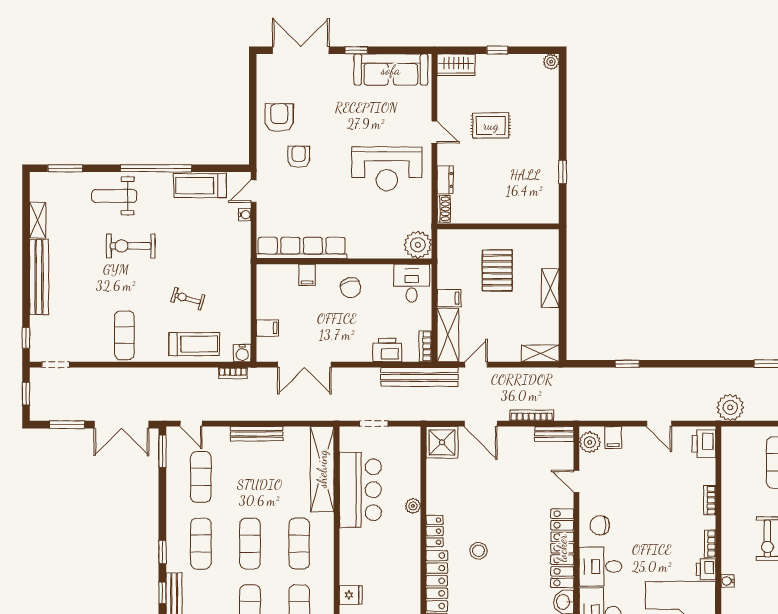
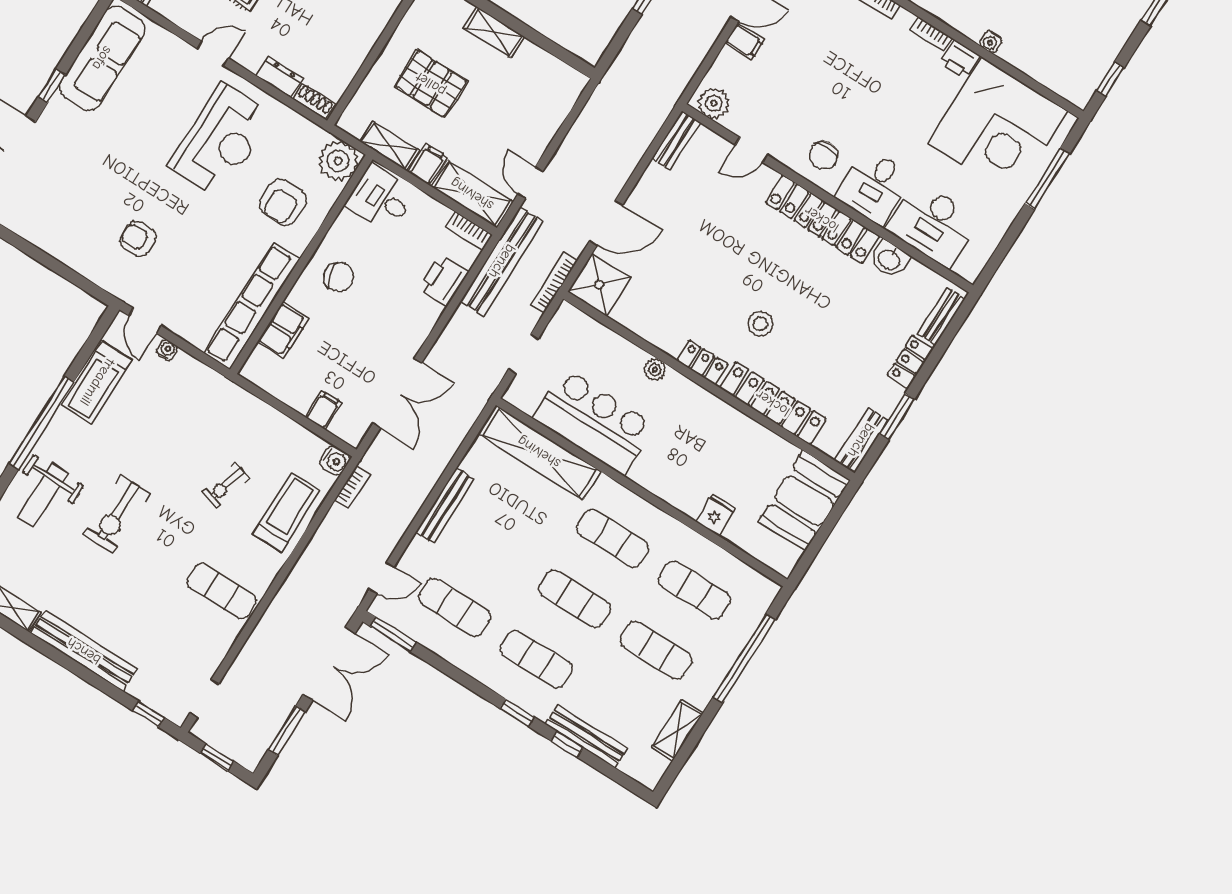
armchair: (279, 118) -> (283, 202), moved, turned -90
filing cabinet: (307, 275) -> (283, 330), width x2.00
shelving: (540, 353) -> (389, 146), moved, turned 90
bookcase: (532, 415) -> (554, 283), moved
filing cabinet: (613, 437) -> (745, 41), moved

